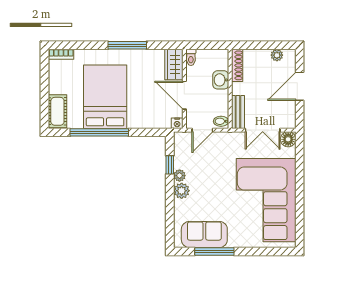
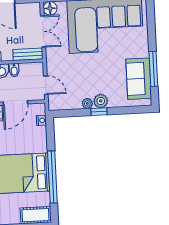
bidet: (221, 121) -> (14, 70), moved
nightstand: (177, 123) -> (41, 120), moved
window: (170, 165) -> (99, 112), moved

